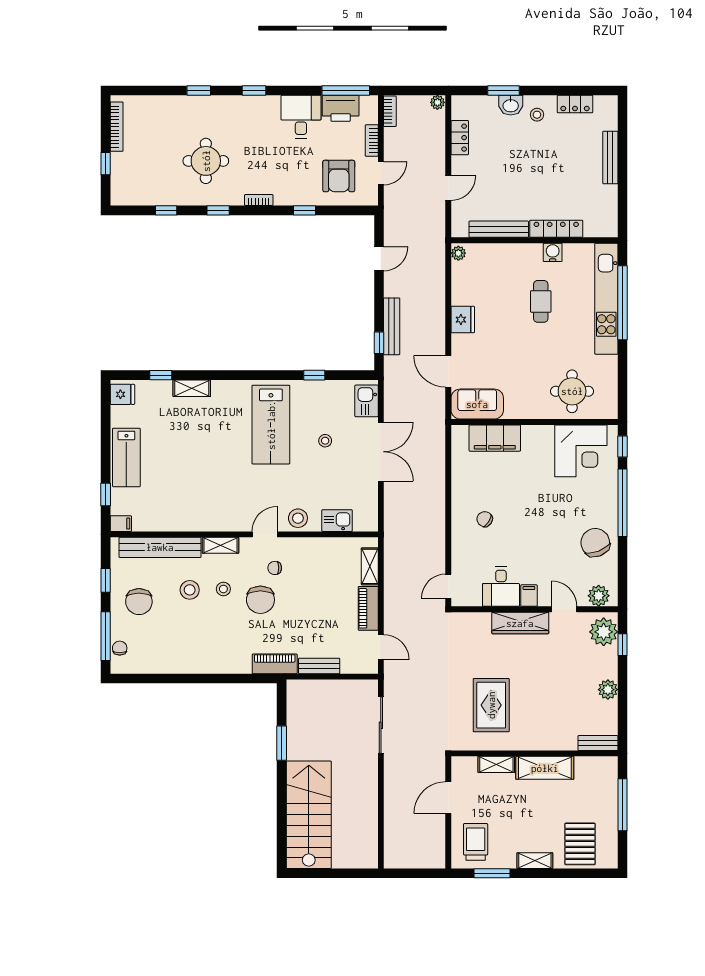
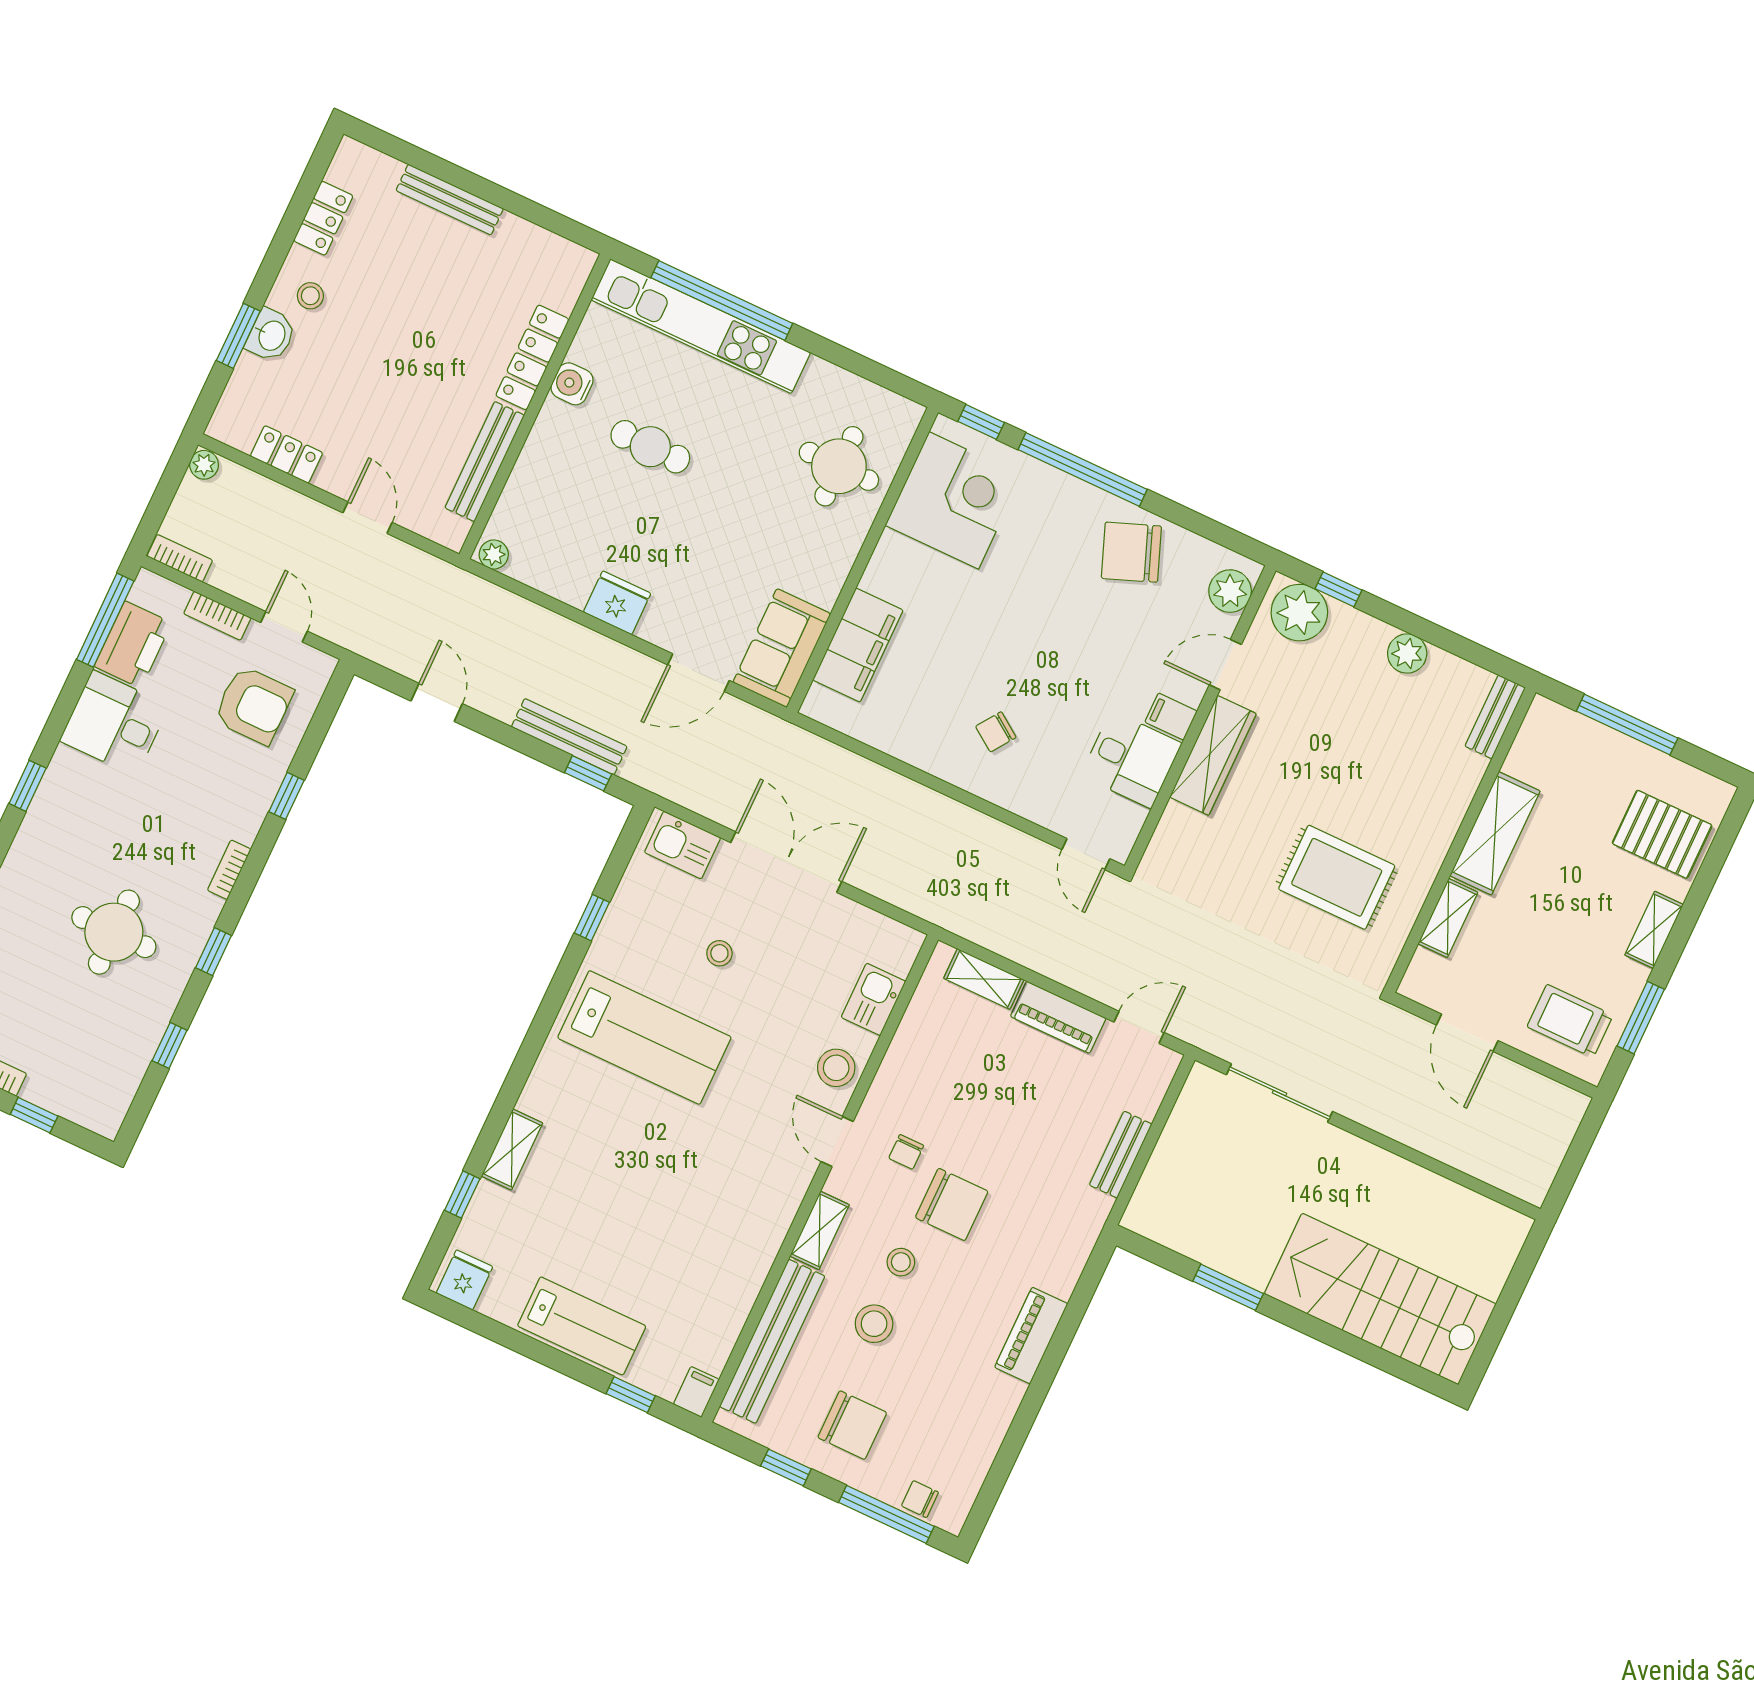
piano: (275, 664) -> (1031, 1335), moved

